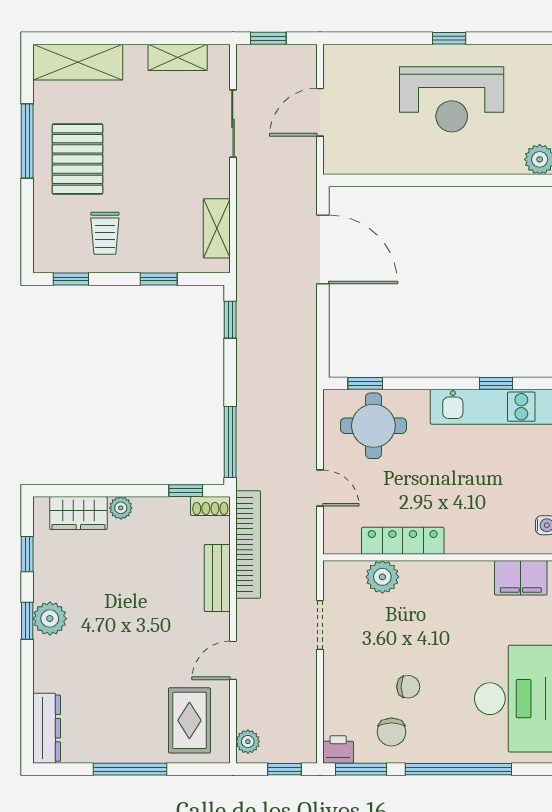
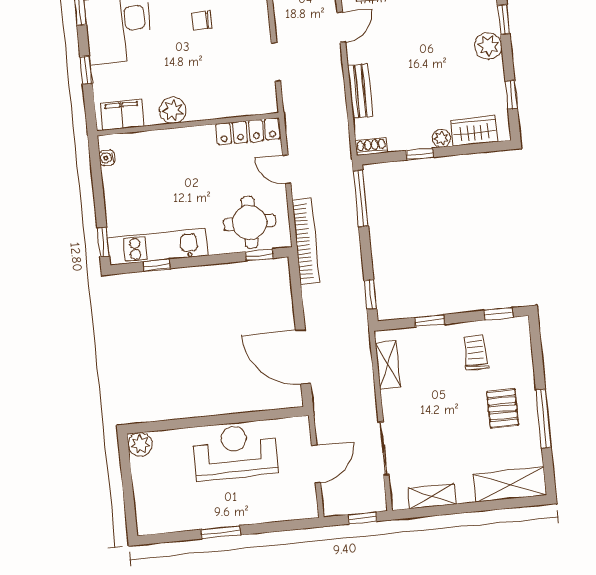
window: (449, 38) -> (221, 532), width x1.50
reception desk: (452, 99) -> (235, 452), moved
pallet: (77, 159) -> (503, 408), width x0.67, depth x0.71
window: (186, 491) -> (420, 154), moved
locker: (403, 541) -> (248, 131), moved
bookcase: (248, 544) -> (306, 241), moved, turned 180
plant: (382, 577) -> (173, 110), moved
window: (27, 621) -> (504, 19), moved

